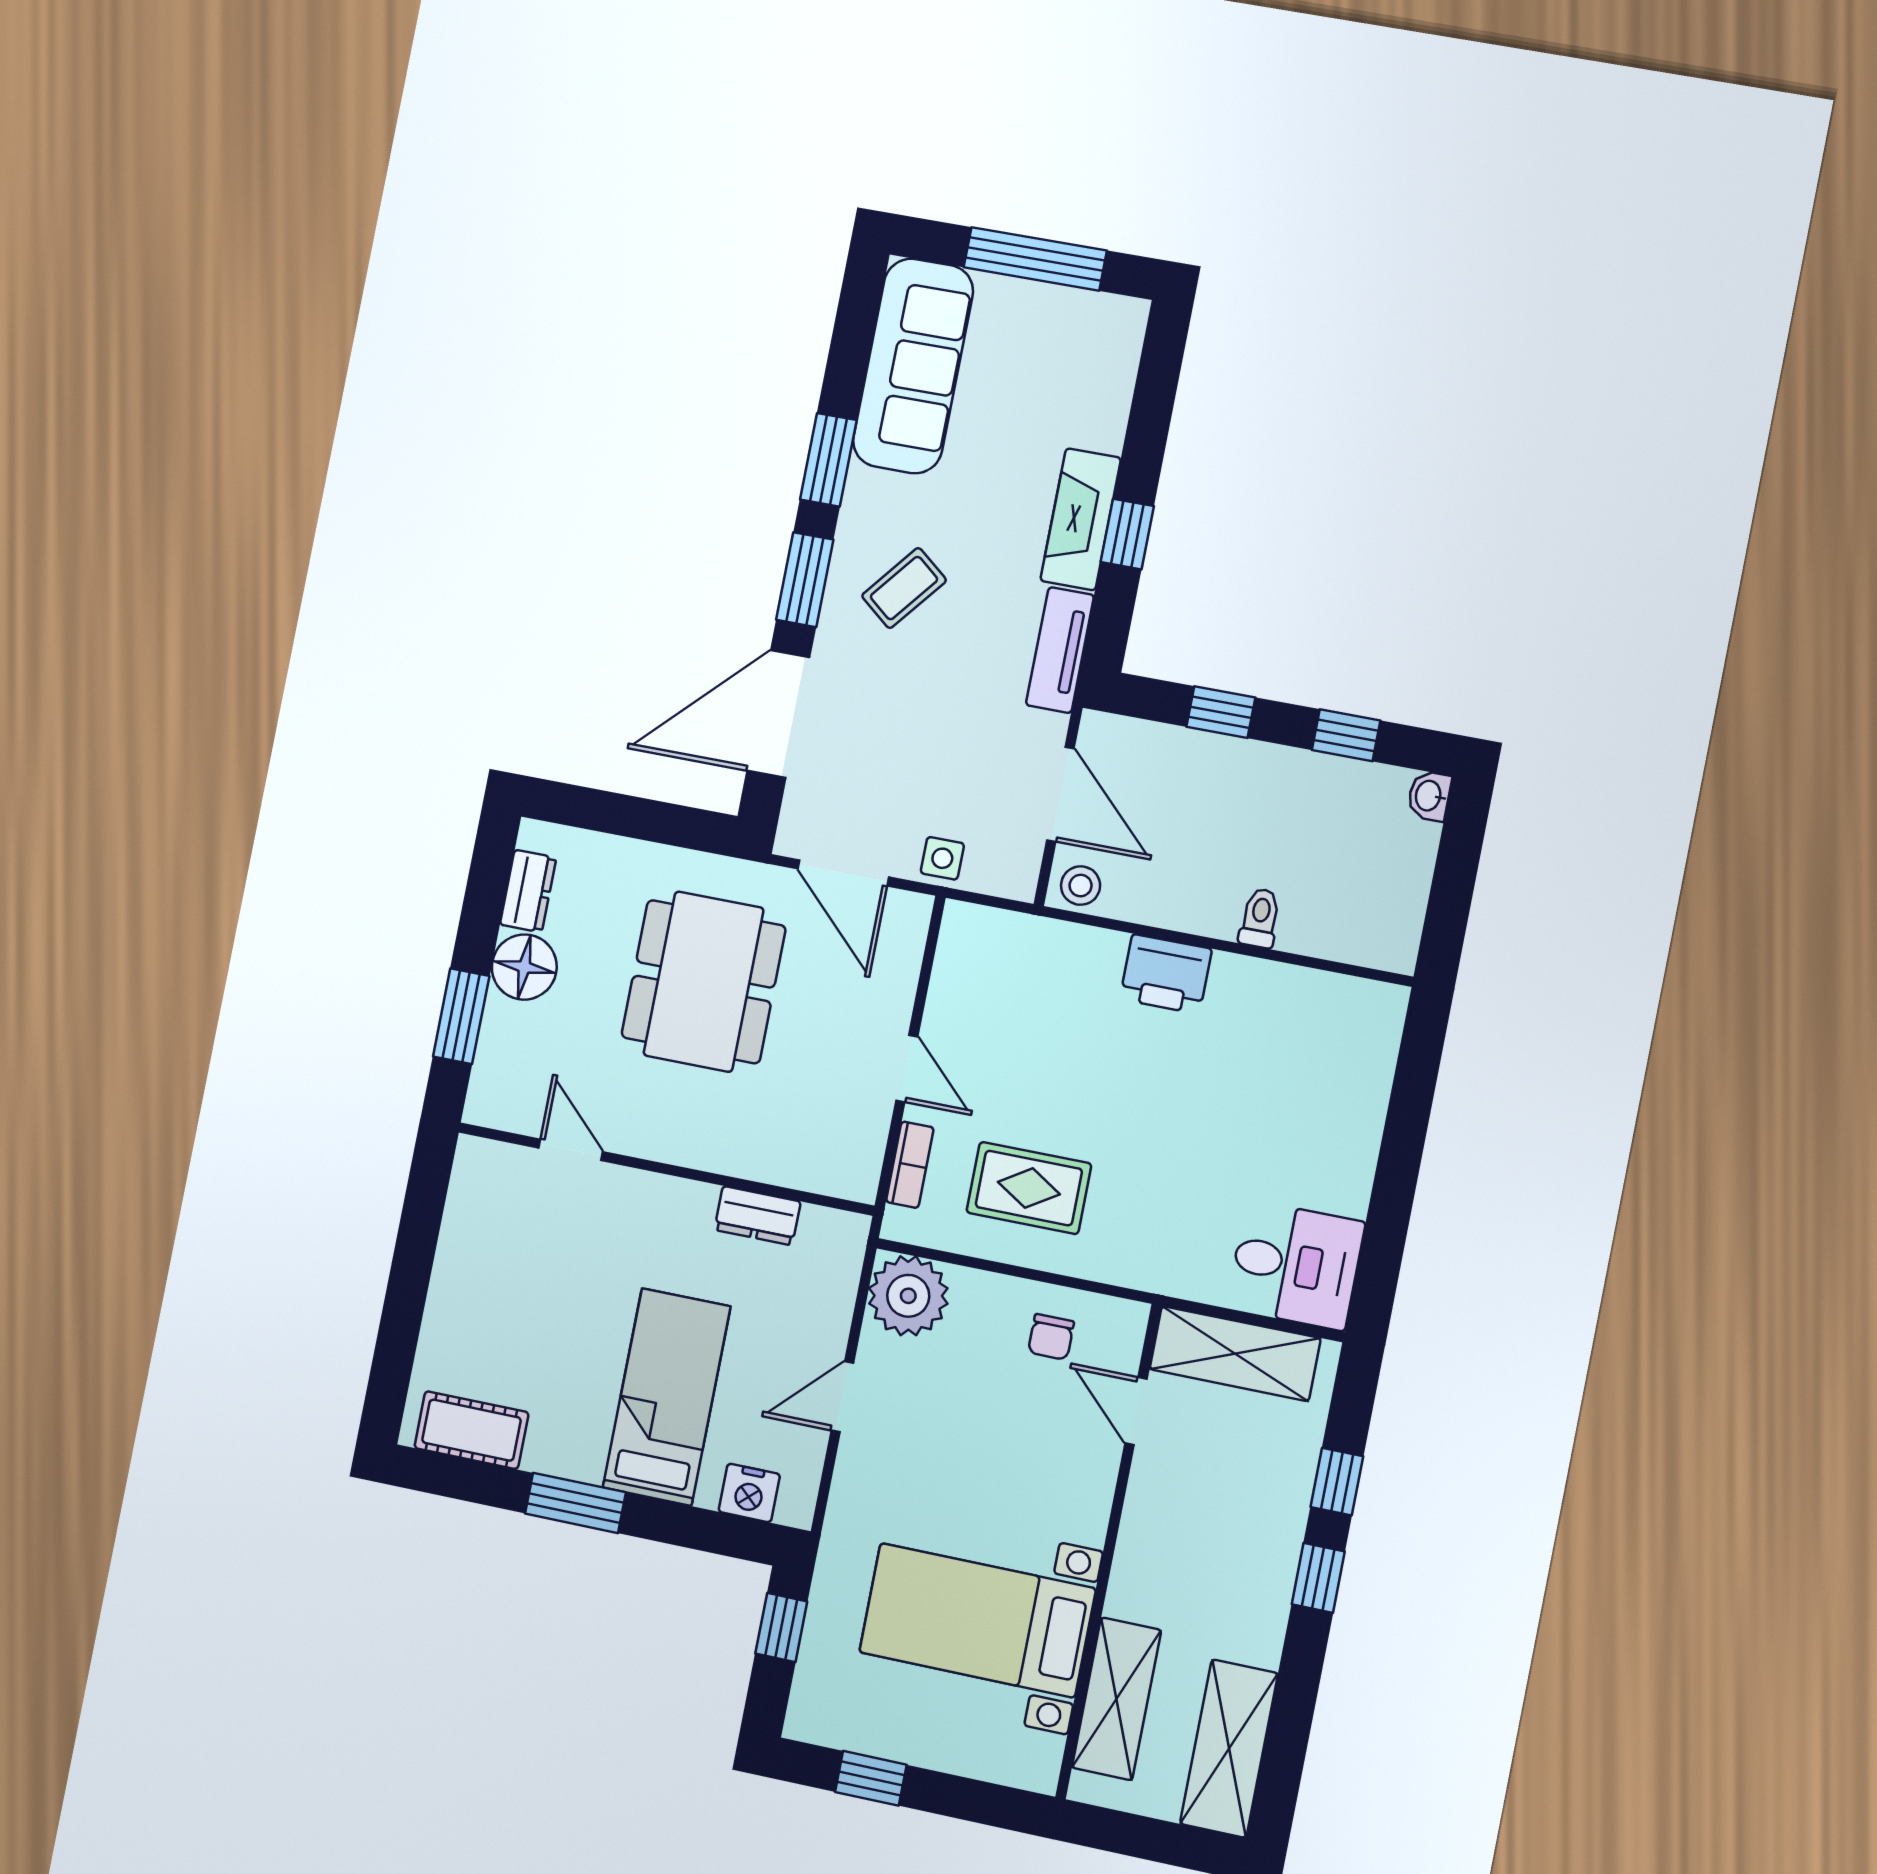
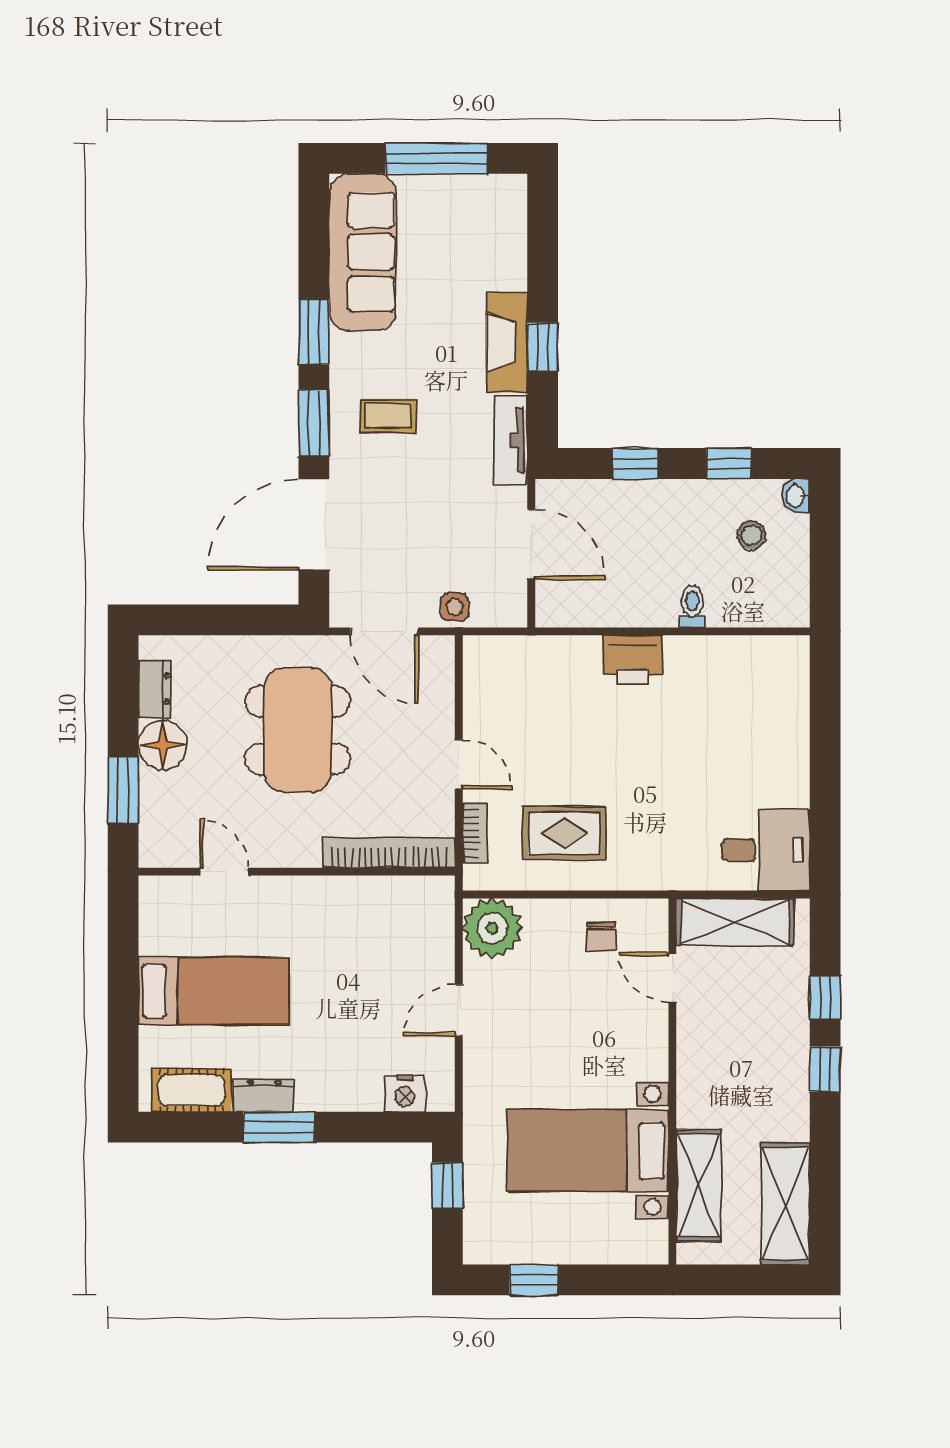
coffee table: (904, 588) -> (388, 416), turned 51
stool: (1081, 886) -> (751, 535), moved
bookcase: (791, 1168) -> (389, 853), added
dresser: (757, 1216) -> (264, 1095), moved, turned 180
bed: (667, 1397) -> (214, 991), moved, turned 90

